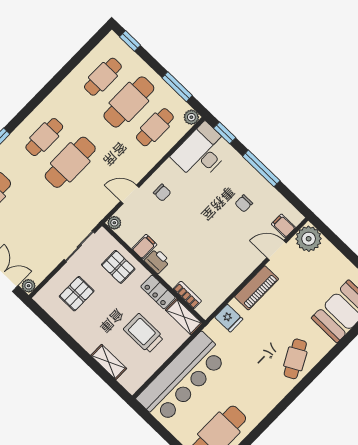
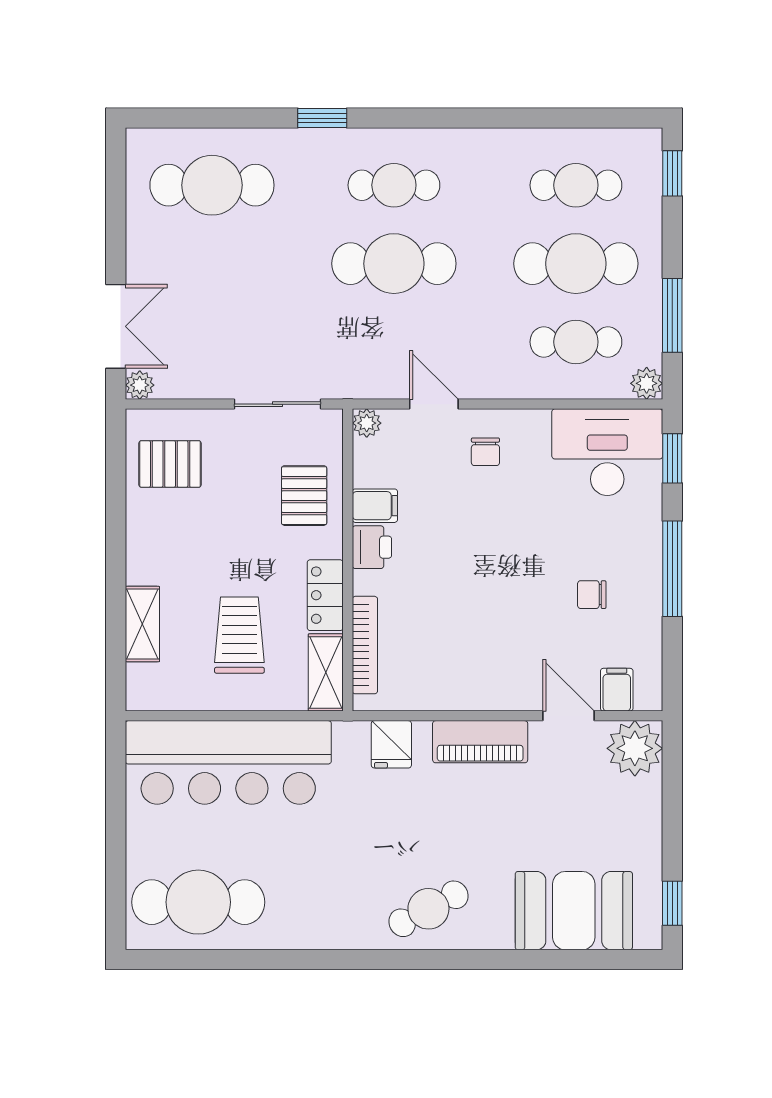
pallet: (77, 294) -> (170, 464), moved
bookcase: (187, 295) -> (365, 645), width x1.56

